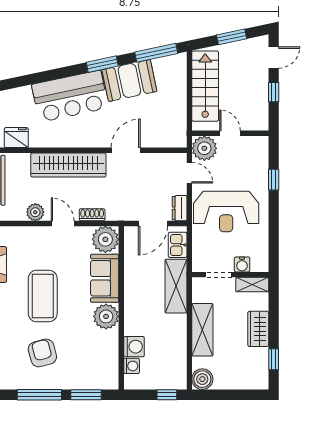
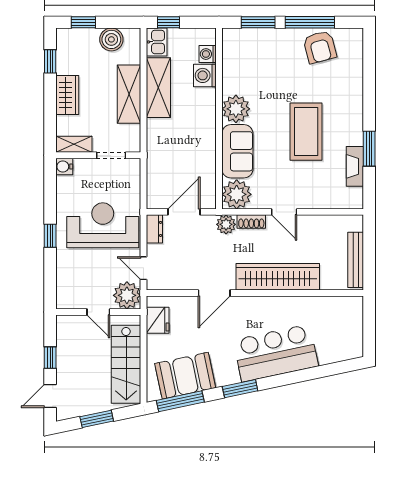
booth: (129, 81) -> (185, 376), moved
fridge: (16, 138) -> (158, 320), moved, turned -90
window: (274, 180) -> (50, 236), moved
plant: (35, 212) -> (226, 224), moved
kitchen sink: (178, 245) -> (157, 42), moved
water cooler: (242, 264) -> (64, 167), moved, turned -90
shelving: (176, 286) -> (158, 88), moved
armchair: (42, 353) -> (320, 47), moved
boiler: (202, 379) -> (111, 39), moved
window: (244, 395) -> (83, 22), added

